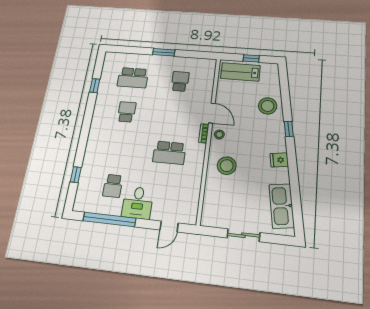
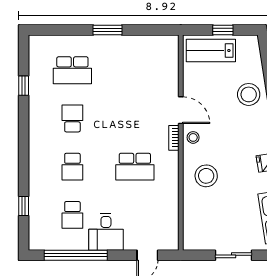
school desk: (180, 81) -> (72, 167), moved, turned 180

